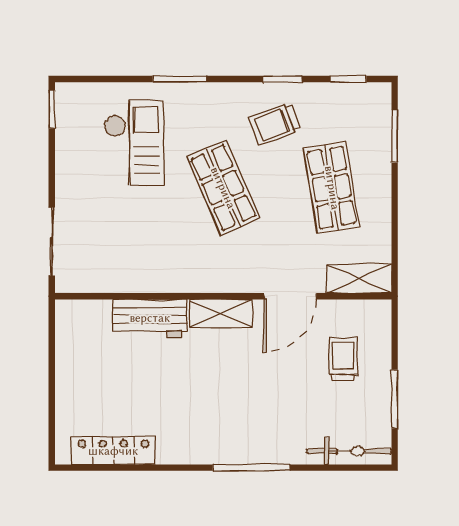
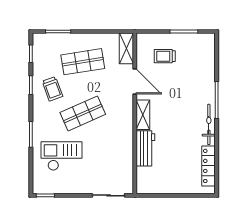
bicycle: (349, 451) -> (209, 124), moved

